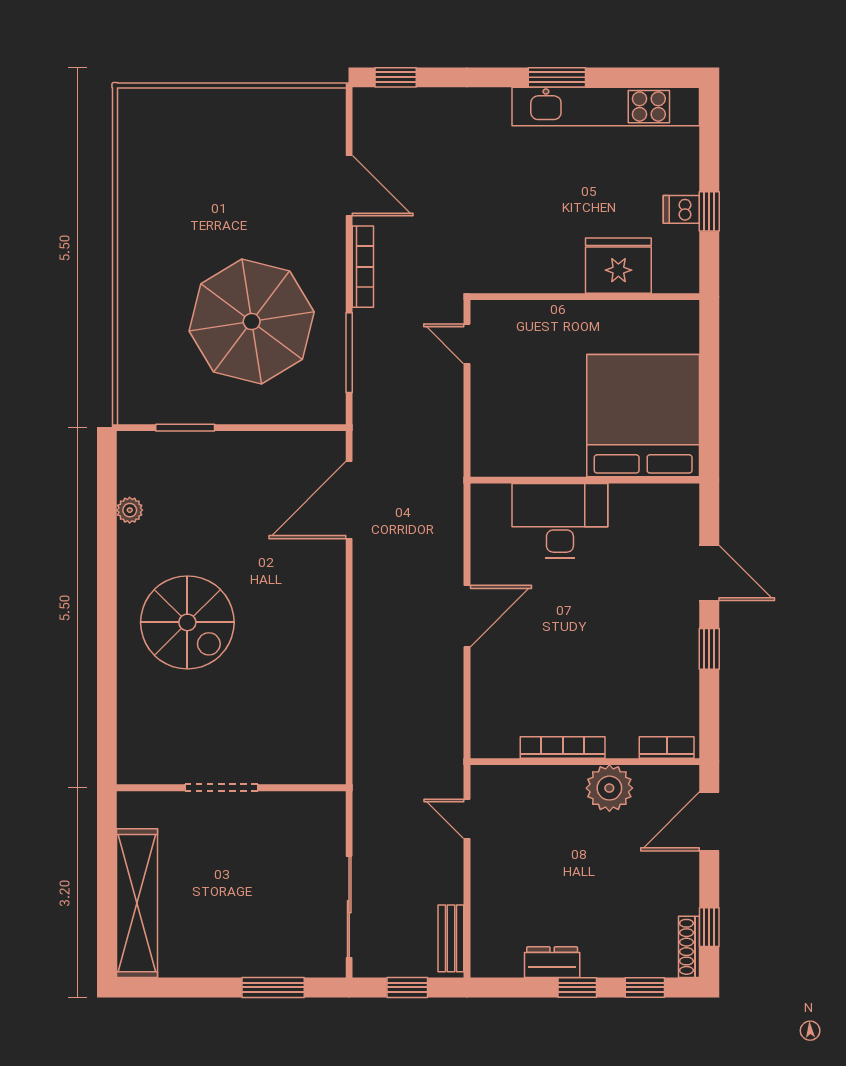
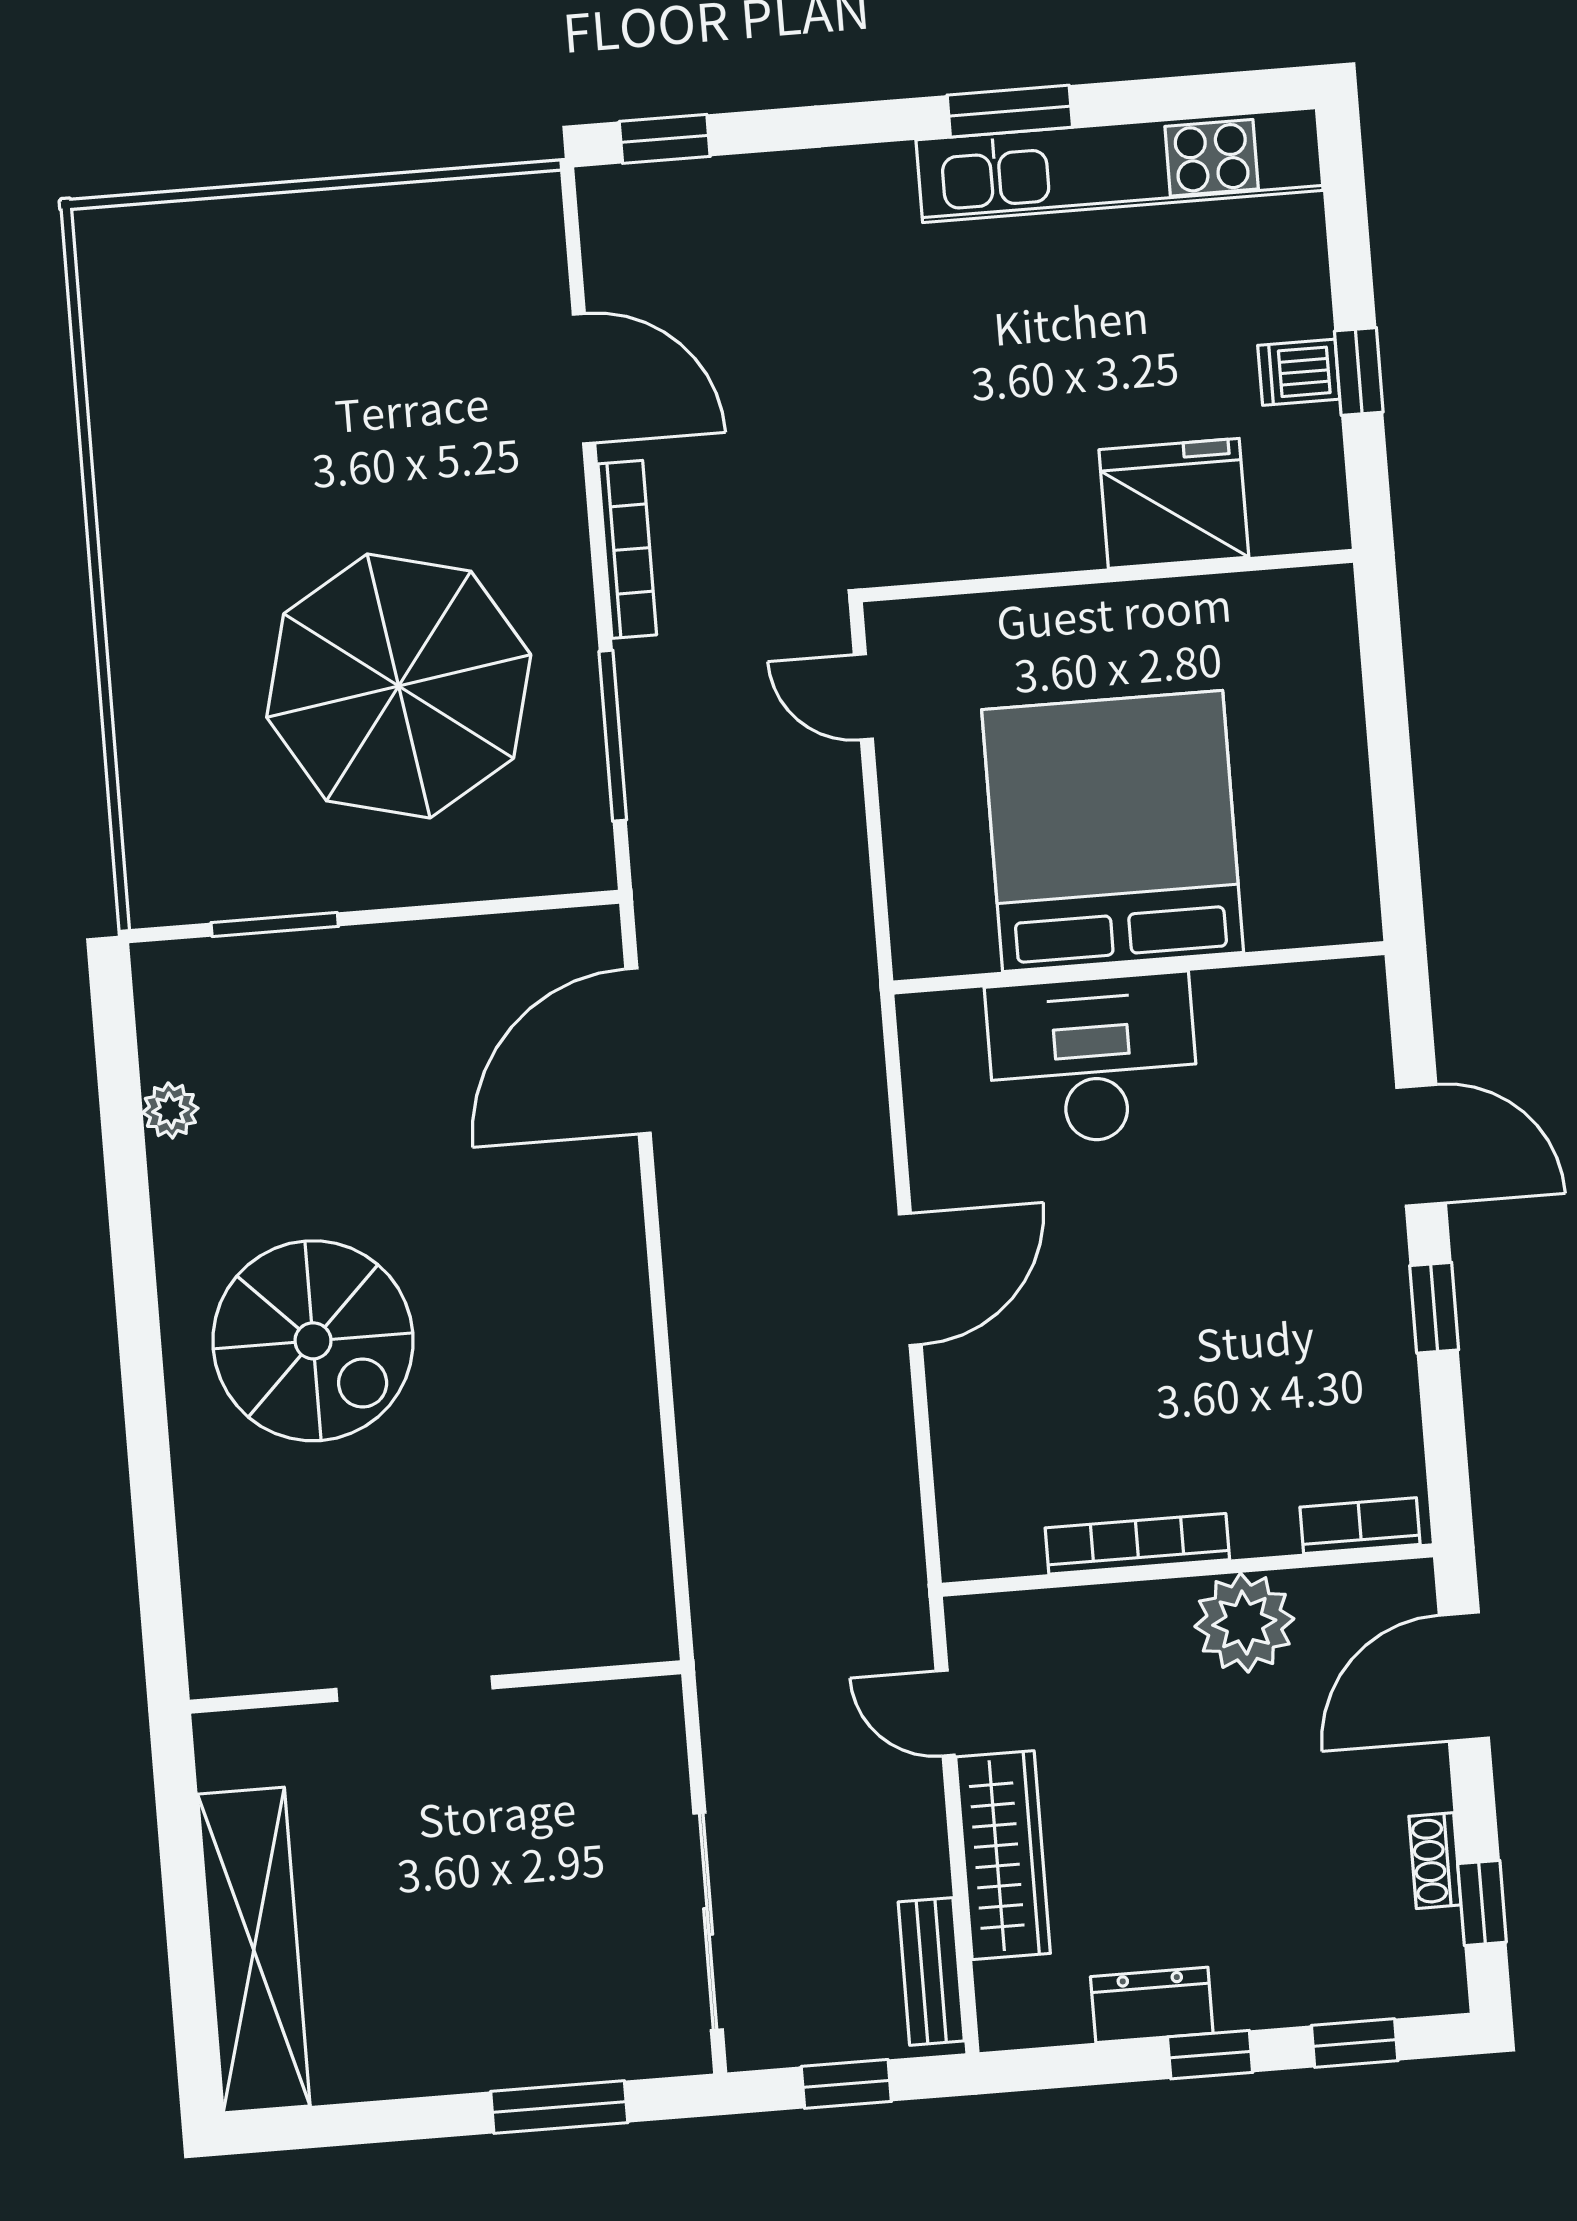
bed: (643, 416) -> (1113, 831), moved
wardrobe: (489, 887) -> (1003, 1855), added
shoe rack: (689, 947) -> (1435, 1861), moved, width x0.70

